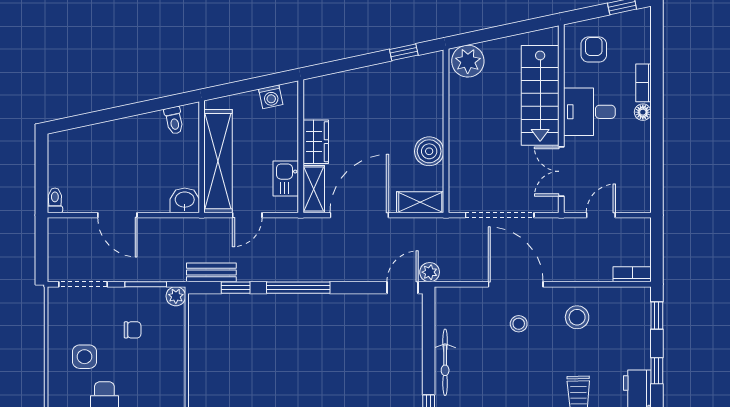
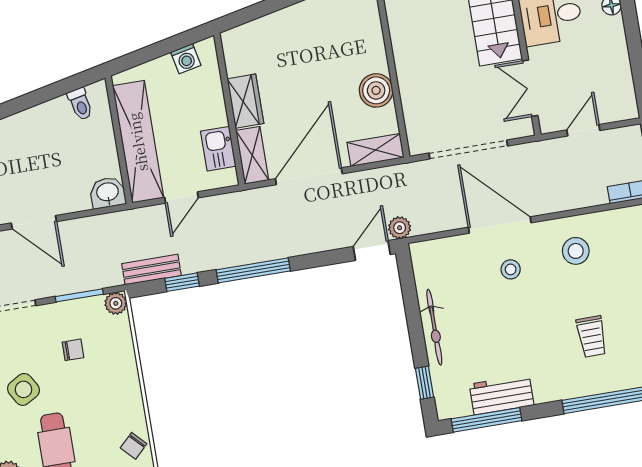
side table: (85, 357) -> (23, 389), turned -30

